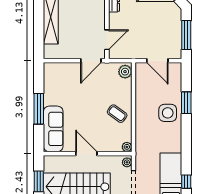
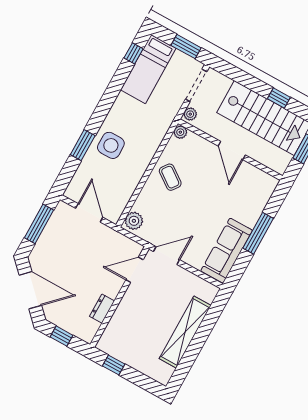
sofa: (53, 129) -> (227, 251), moved

